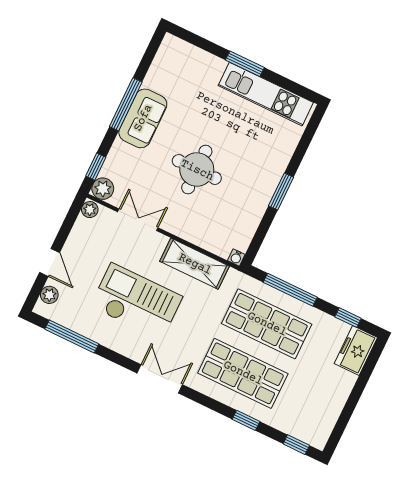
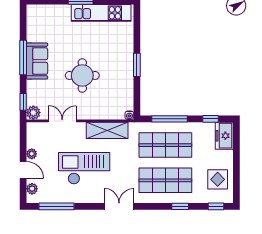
plant: (90, 210) -> (32, 154), moved
display table: (317, 407) -> (218, 179), added

